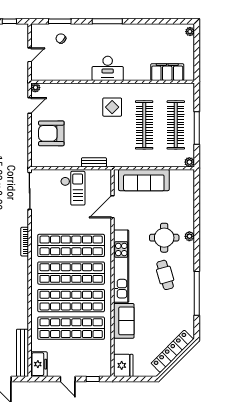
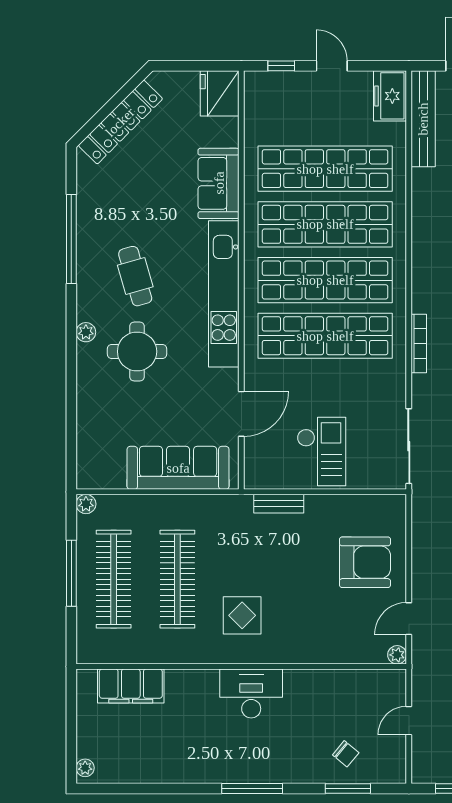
checkout: (73, 188) -> (321, 451), turned 180
plant: (189, 236) -> (86, 332), moved

